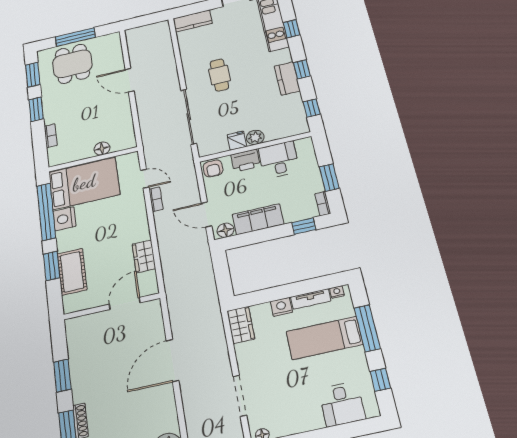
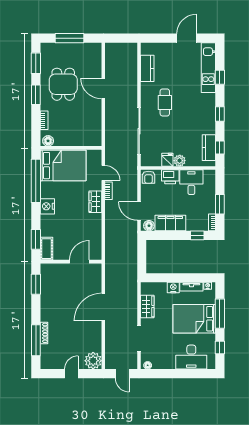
kitchen counter: (193, 21) -> (147, 68), moved, turned -90
dining table: (72, 64) -> (63, 84), moved
kitchen counter: (287, 78) -> (209, 148), moved
floor lamp: (102, 149) -> (48, 141), moved
nightstand: (64, 219) -> (47, 206), moved
wardrobe: (144, 256) -> (95, 202), moved
window: (52, 266) -> (36, 239), moved
cot: (72, 272) -> (47, 249), moved, width x0.73, depth x0.75
wardrobe: (241, 325) -> (147, 306), moved
bed: (324, 338) -> (194, 319), width x1.50
window: (62, 376) -> (36, 284), moved
desk: (342, 404) -> (191, 357), width x1.37

